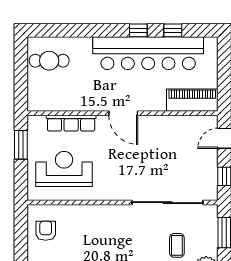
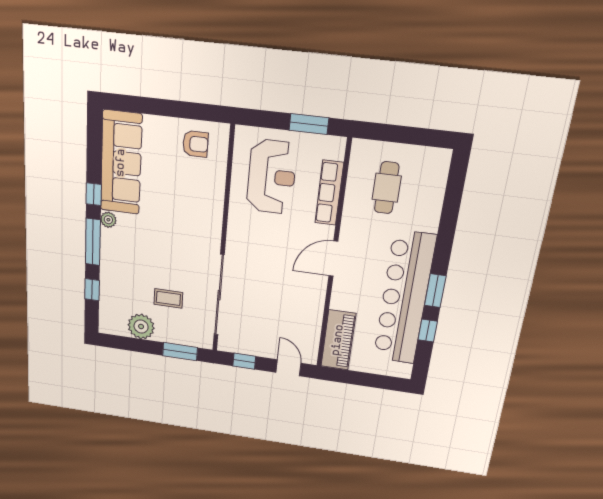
window: (138, 30) -> (435, 291), width x1.50
cafe table: (49, 61) -> (387, 188), moved

